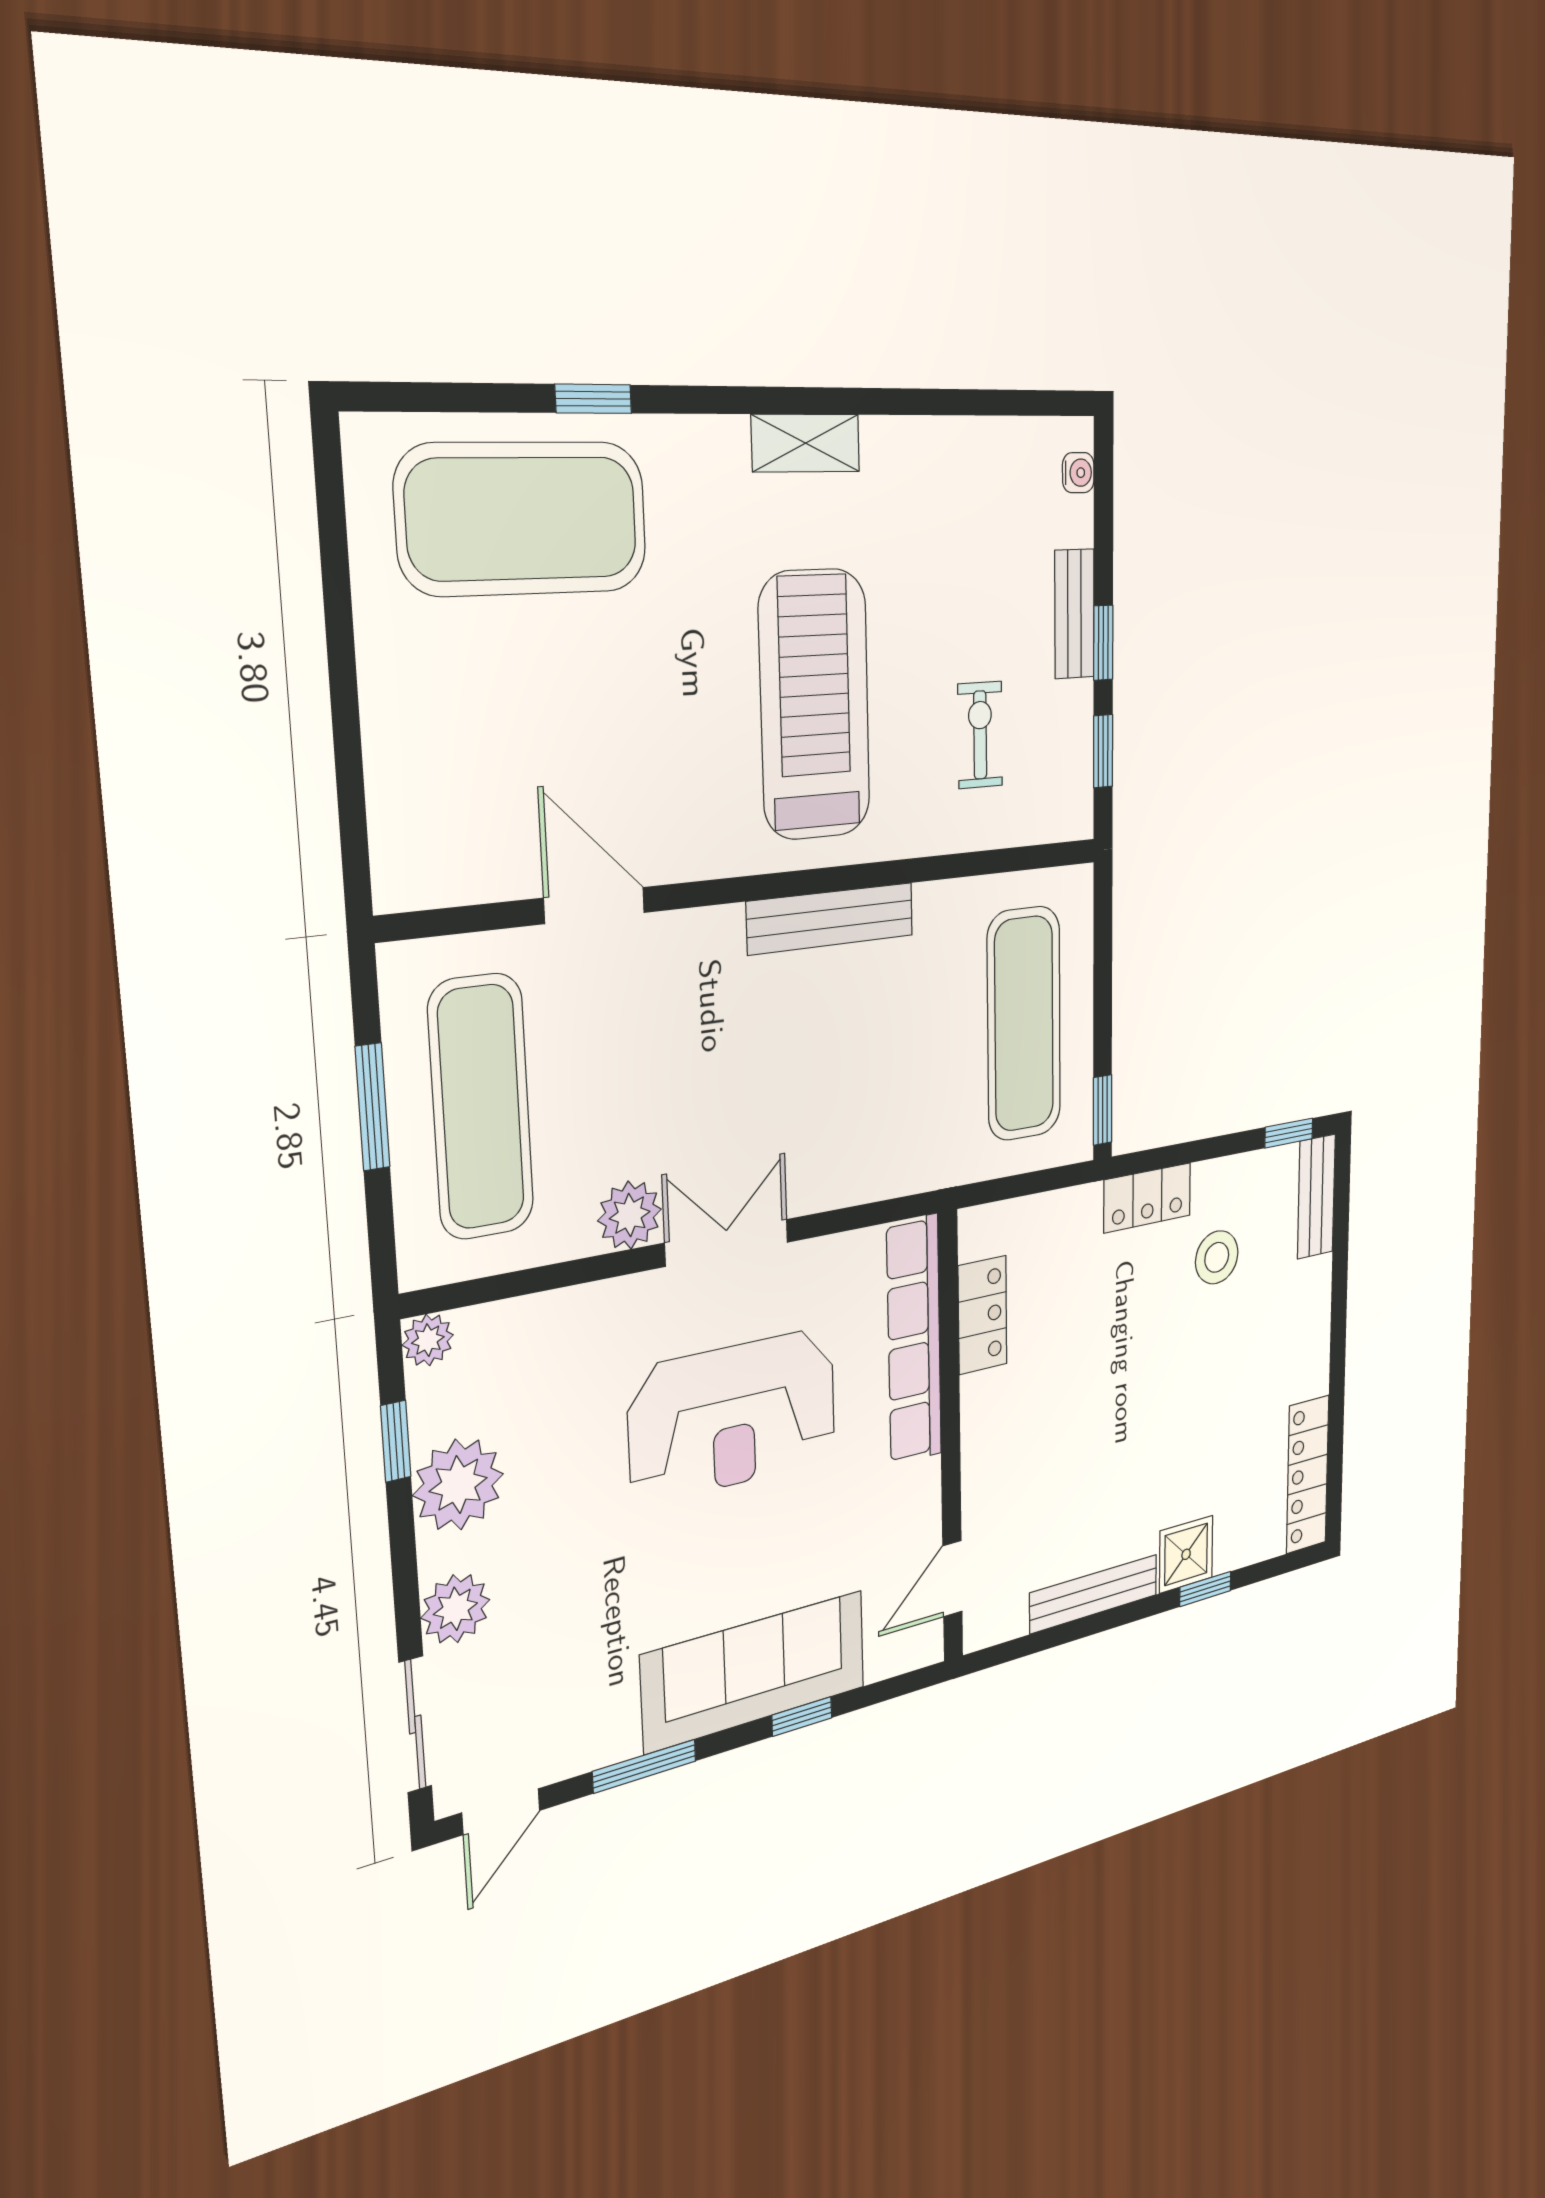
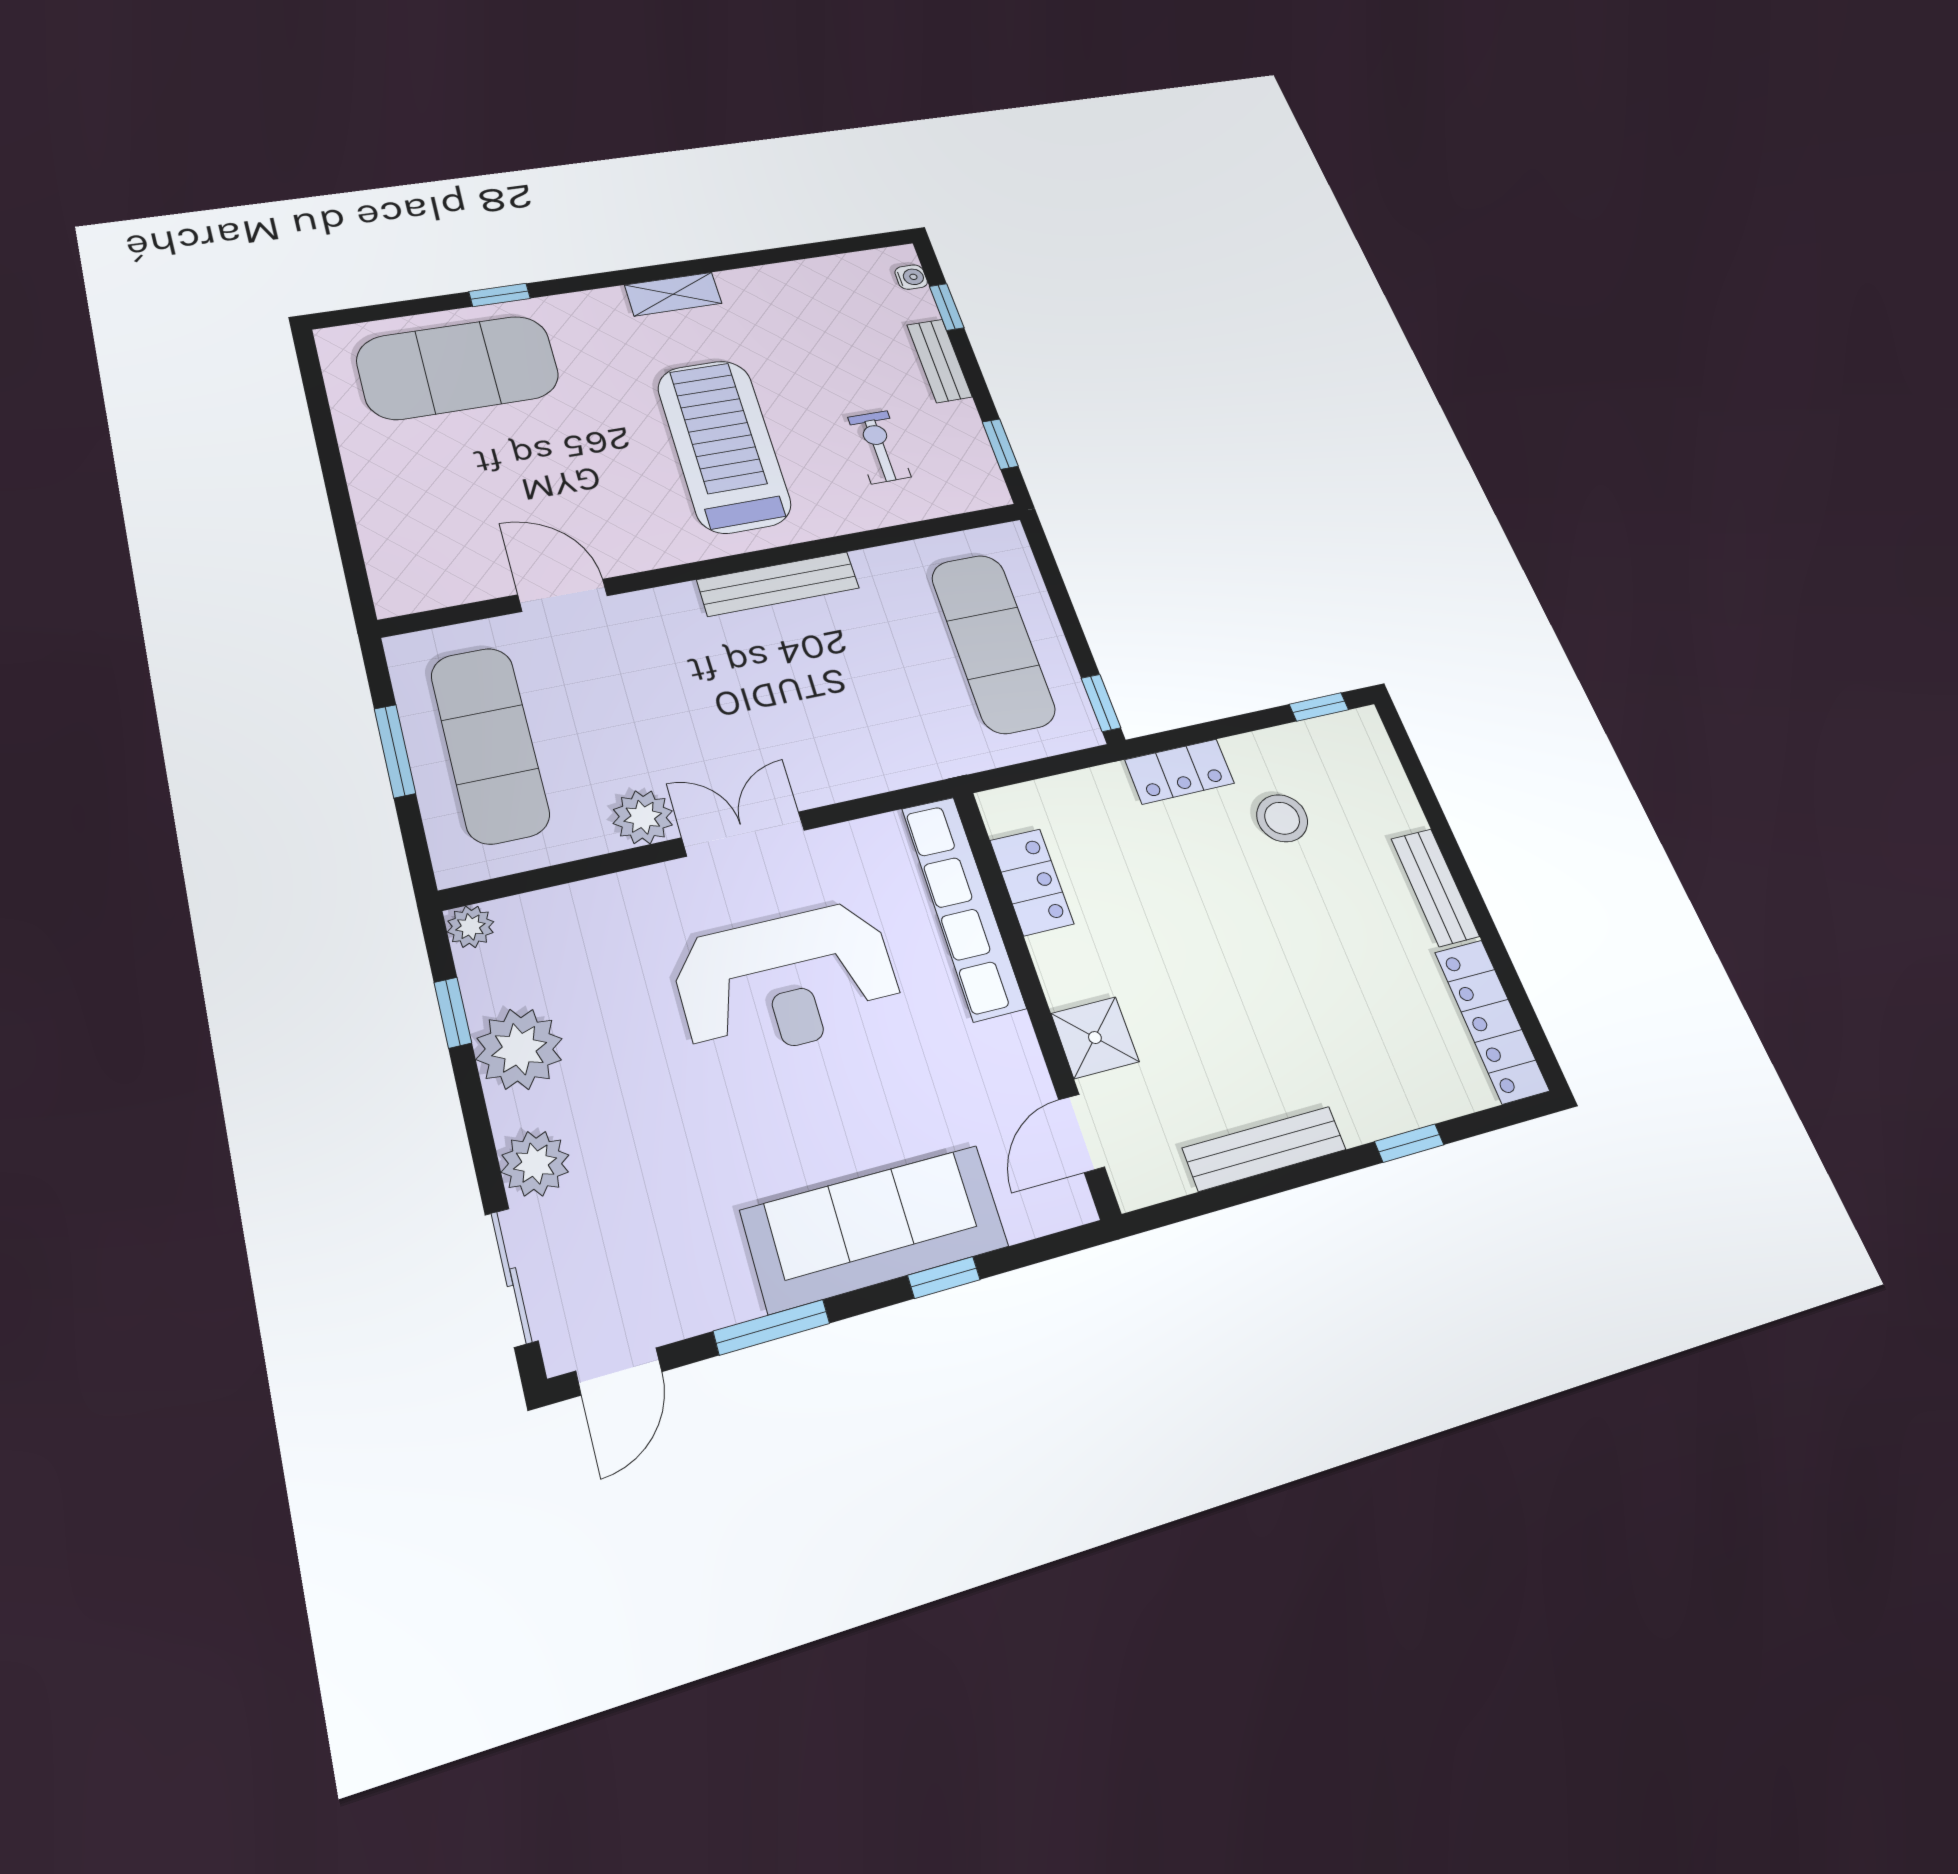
window: (1103, 643) -> (947, 307), moved
bench: (1316, 1197) -> (1435, 887), moved
shower: (1186, 1554) -> (1095, 1038), moved

